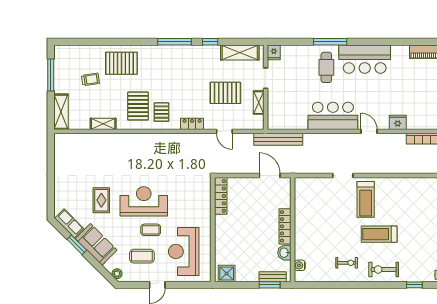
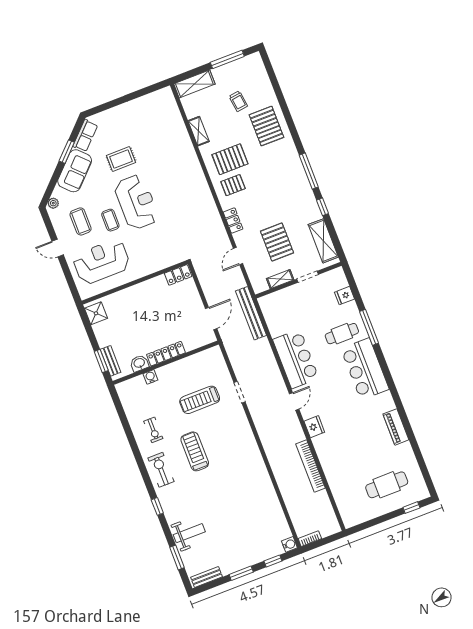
fridge: (274, 52) -> (344, 296), moved
locker: (221, 196) -> (178, 275), width x0.66
treadmill: (366, 199) -> (200, 400), moved
water cooler: (300, 265) -> (150, 377), moved

